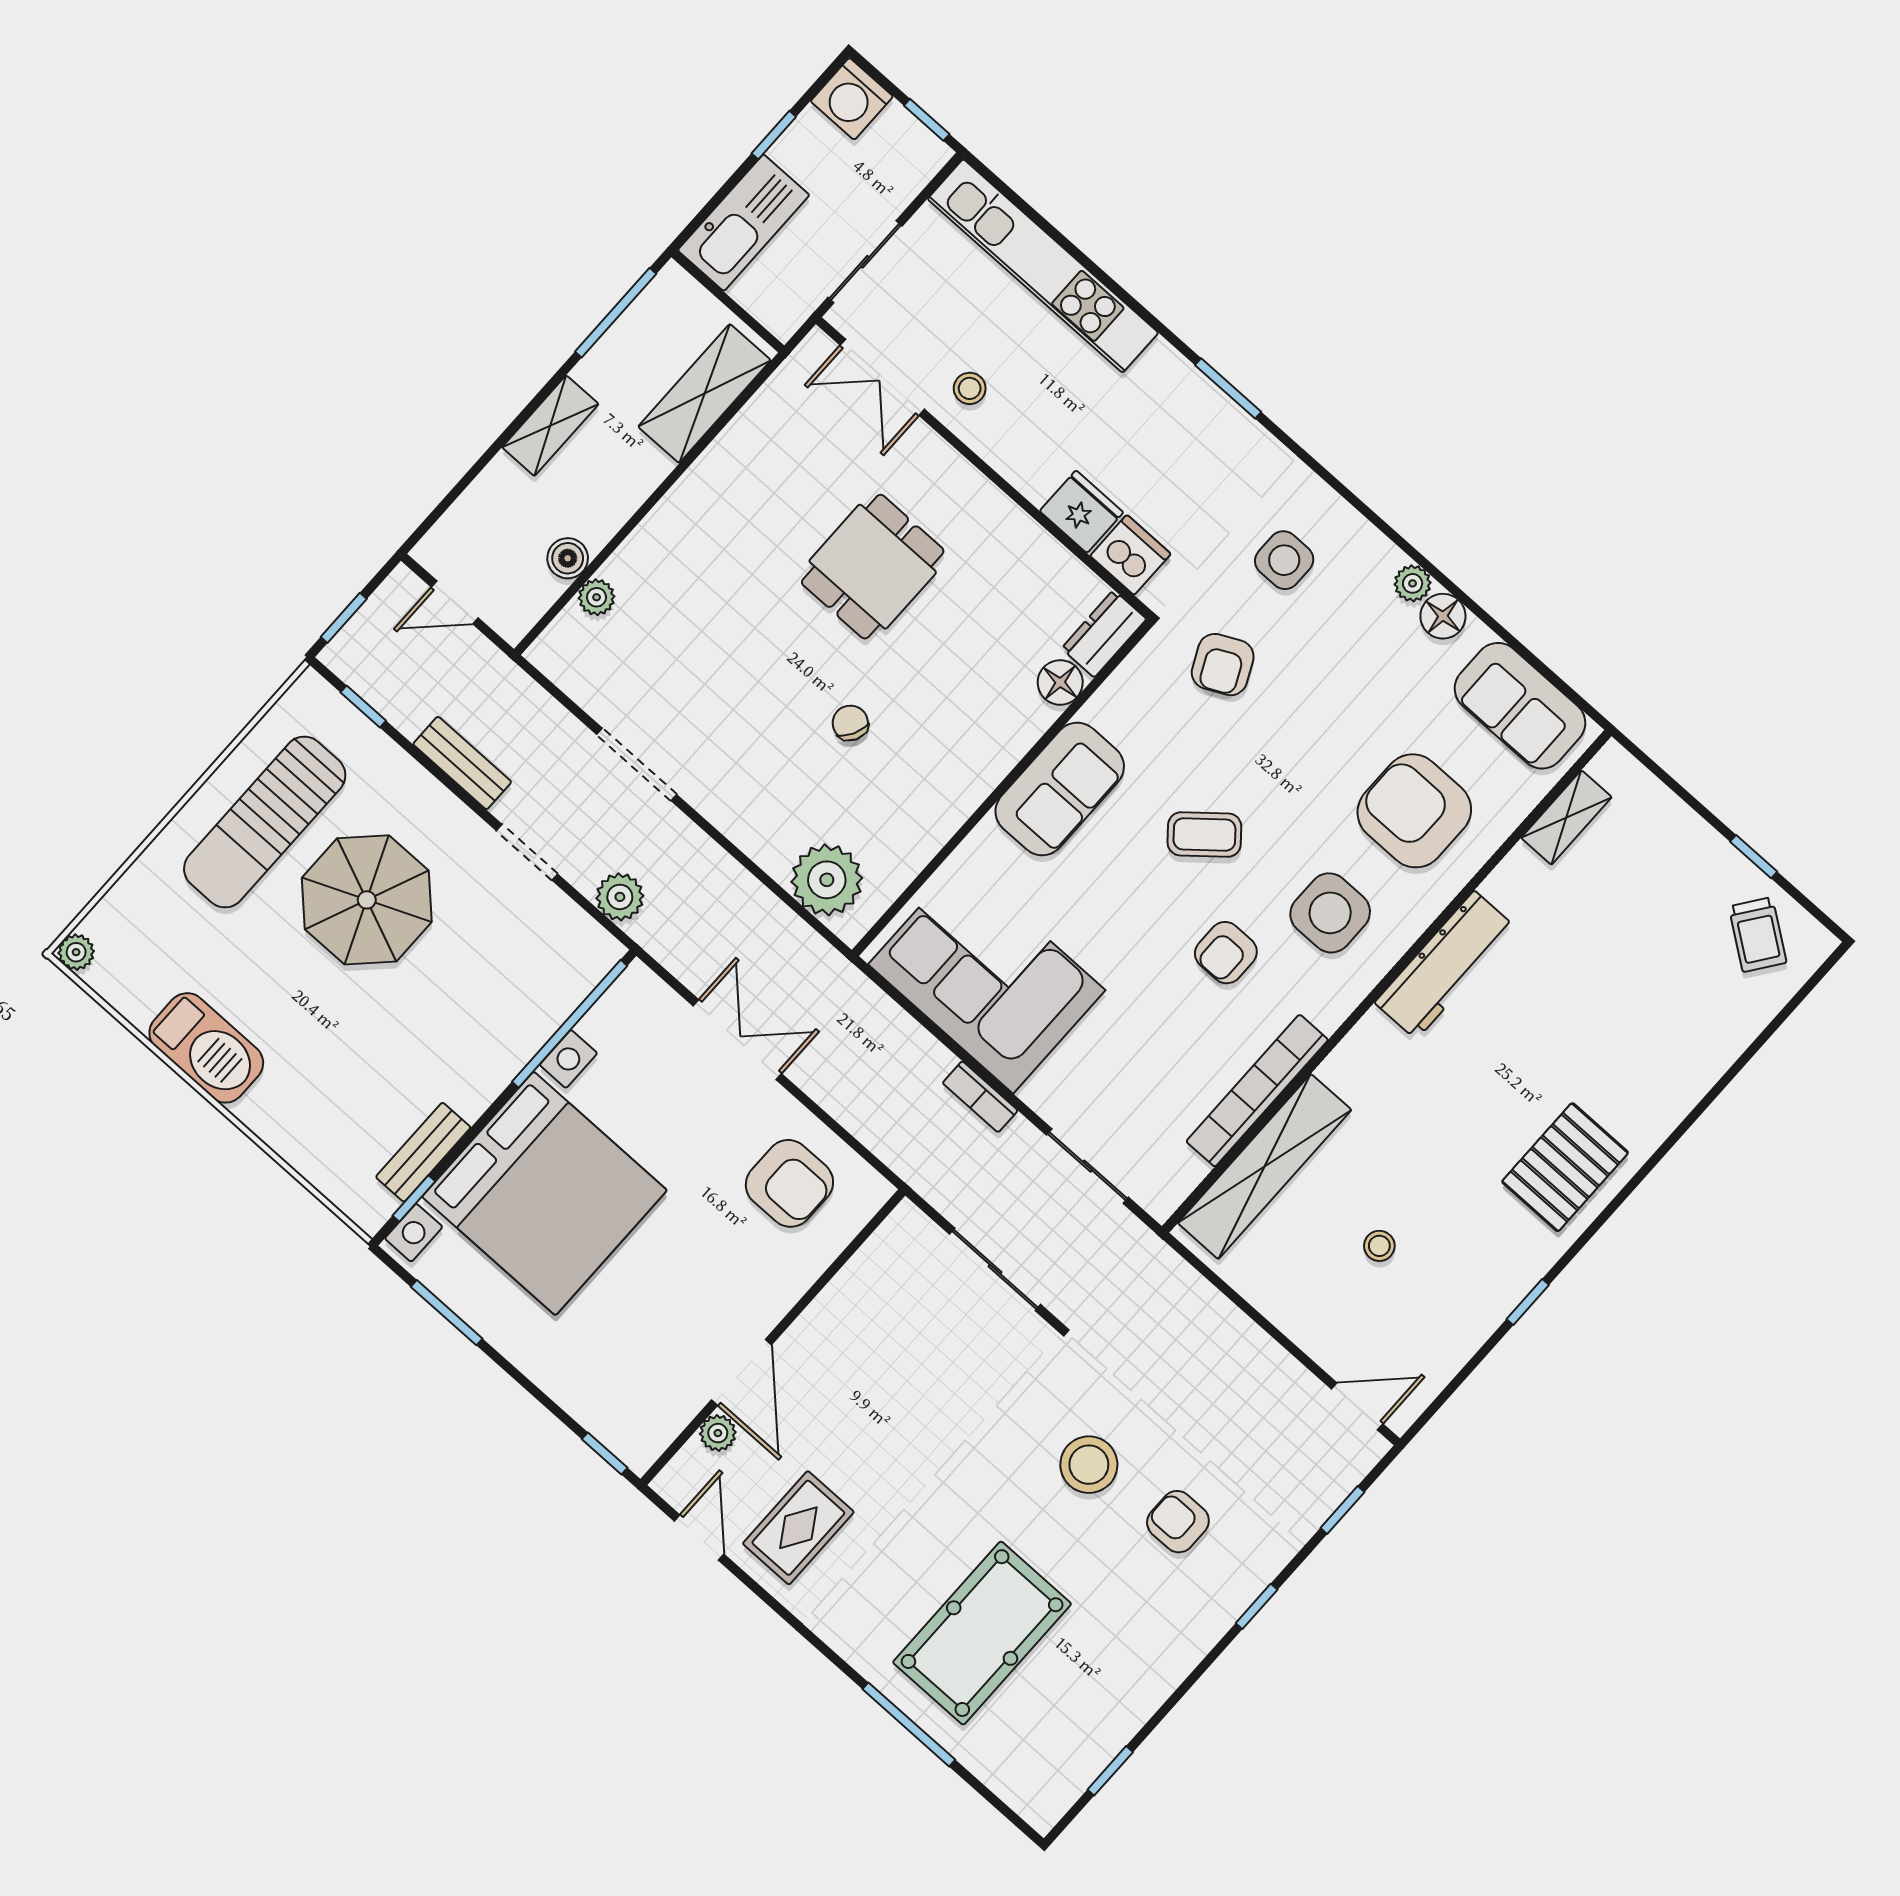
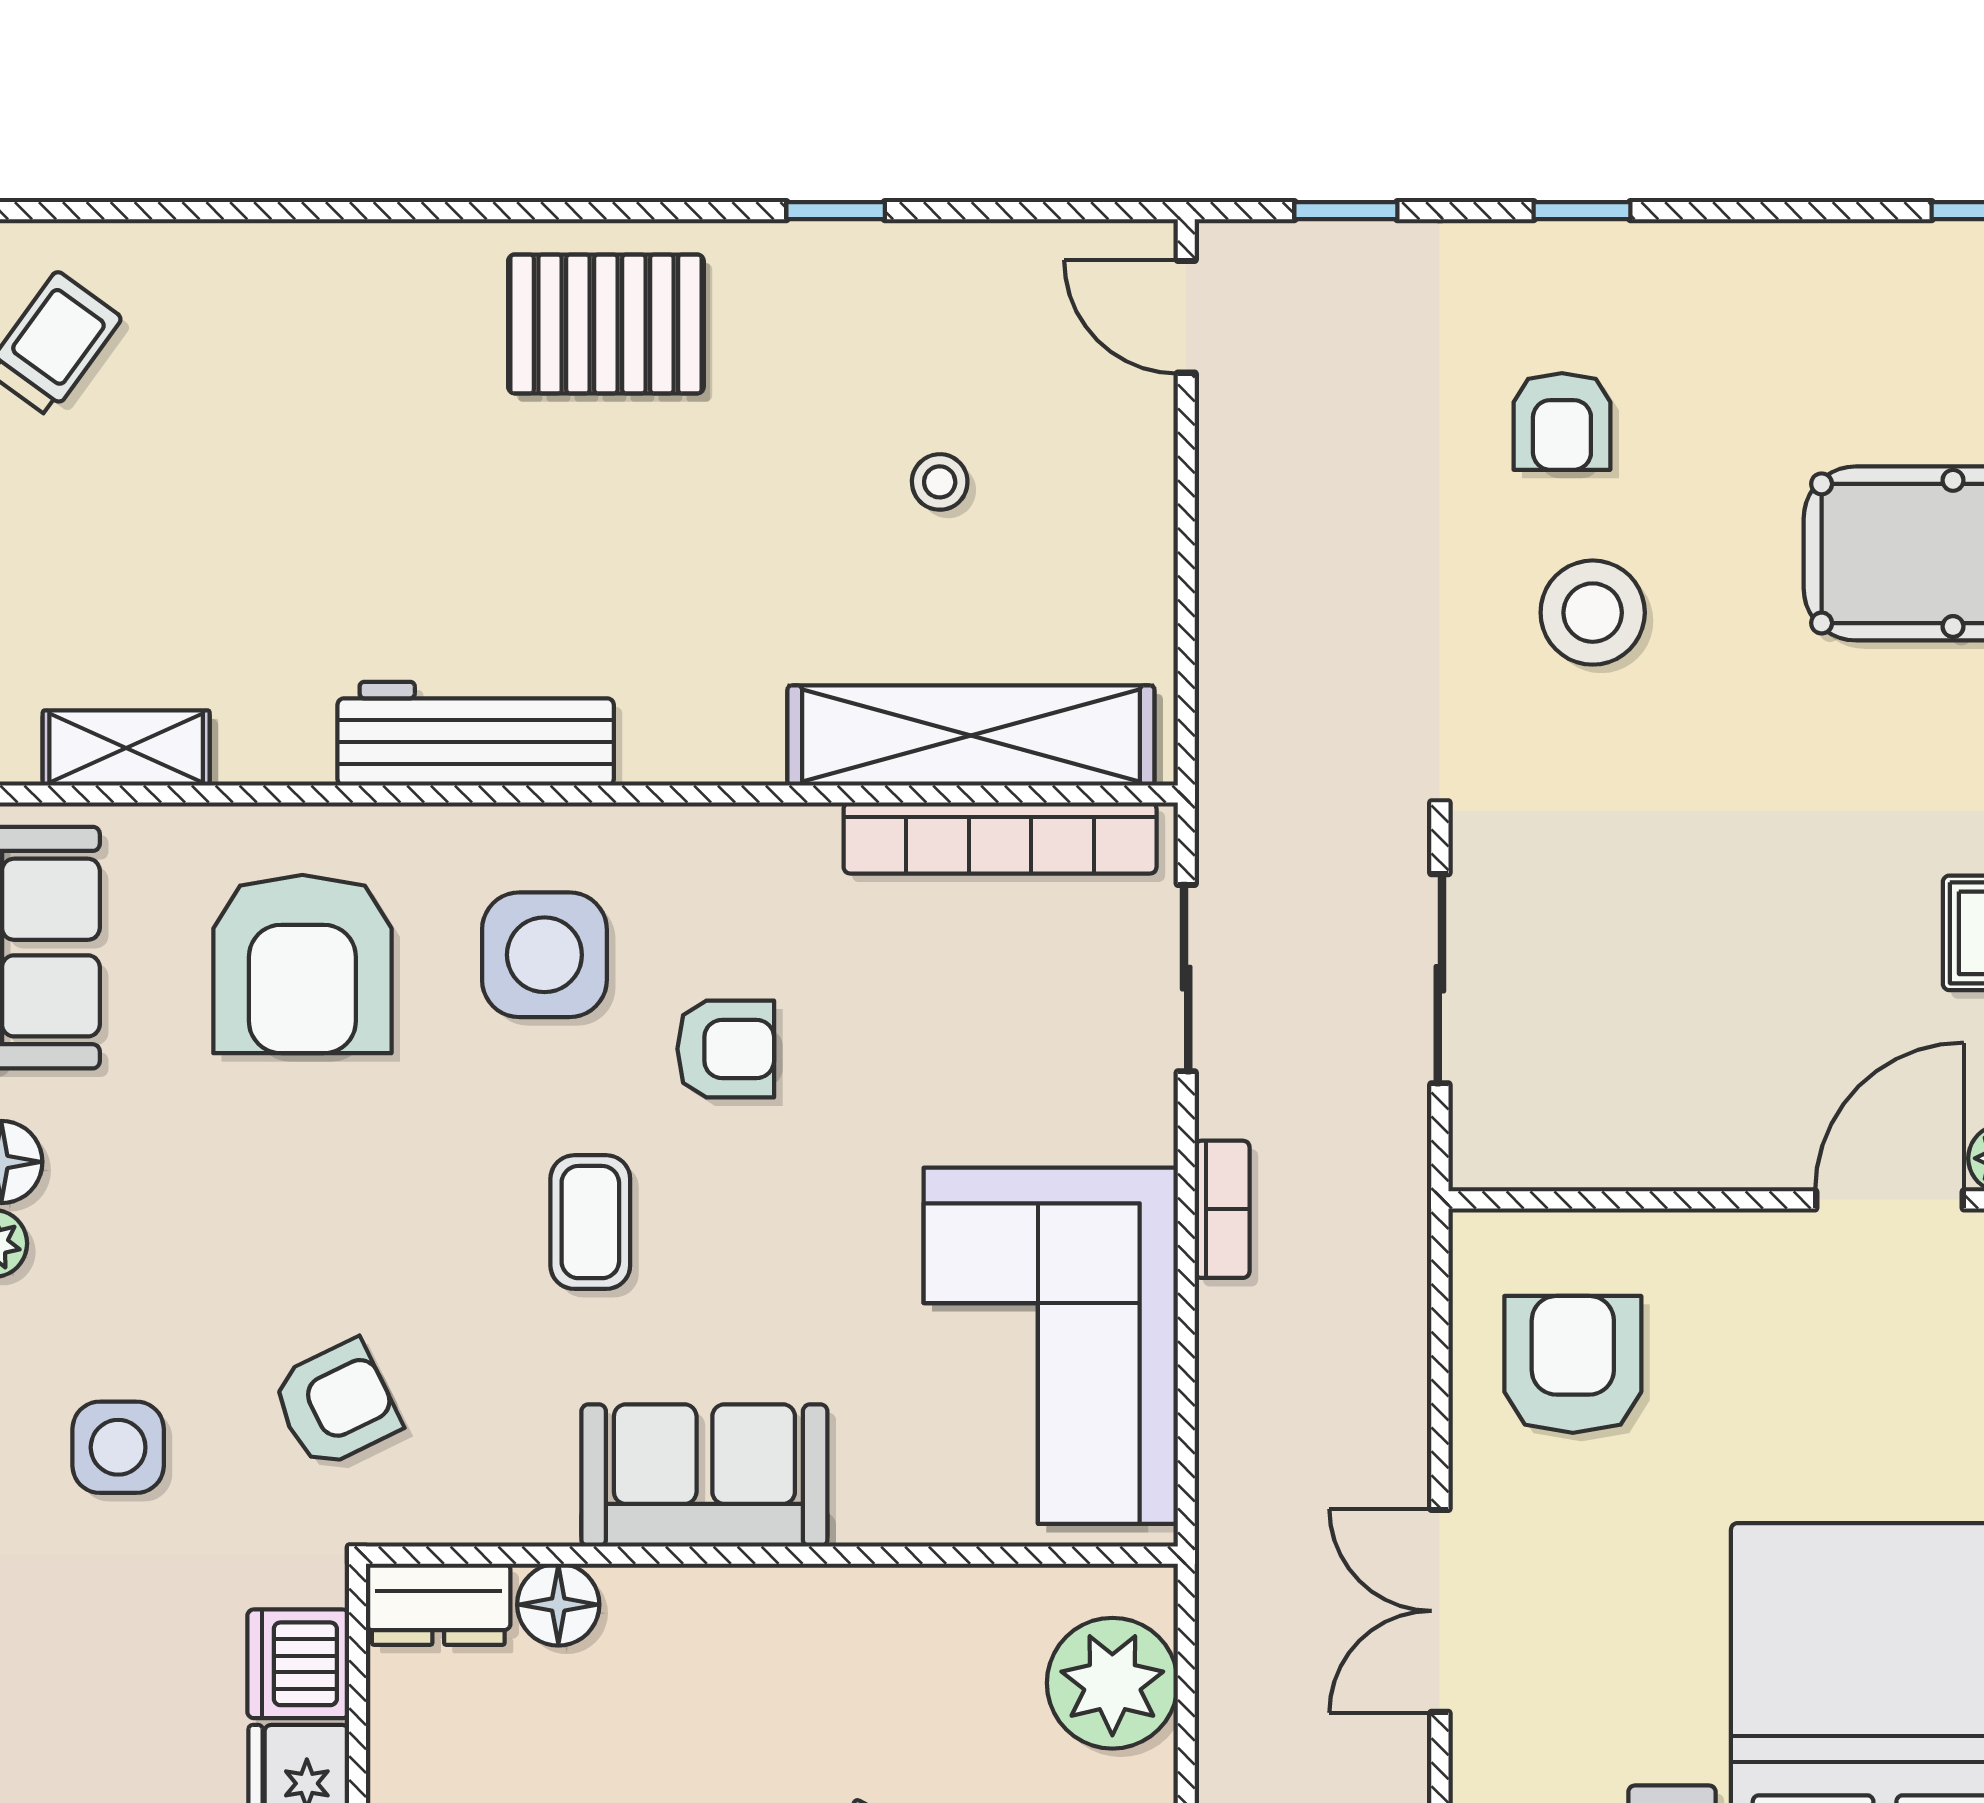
coffee table: (1204, 834) -> (590, 1222), turned 40
bookcase: (1257, 1091) -> (1000, 838), moved

